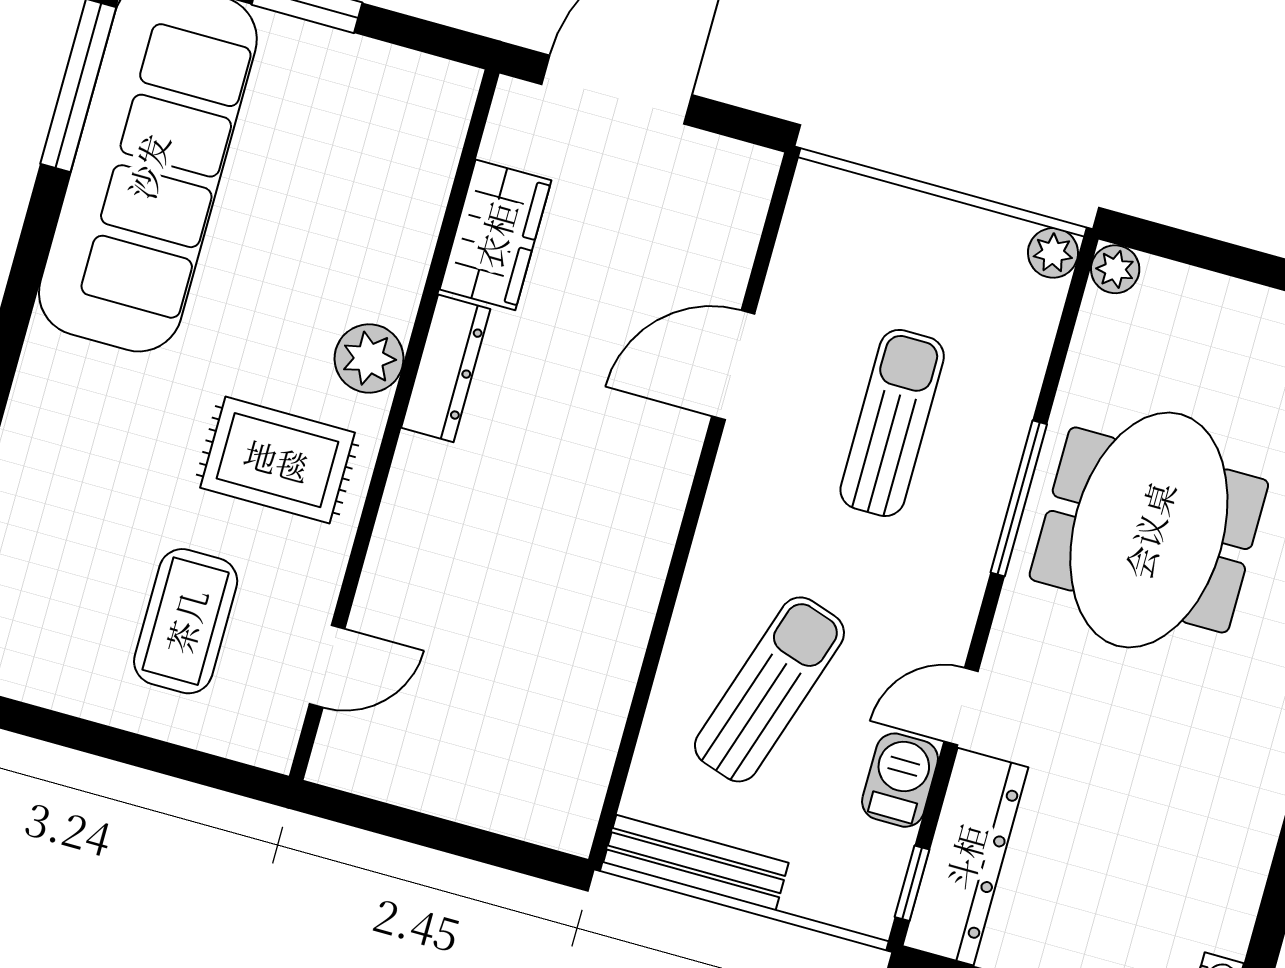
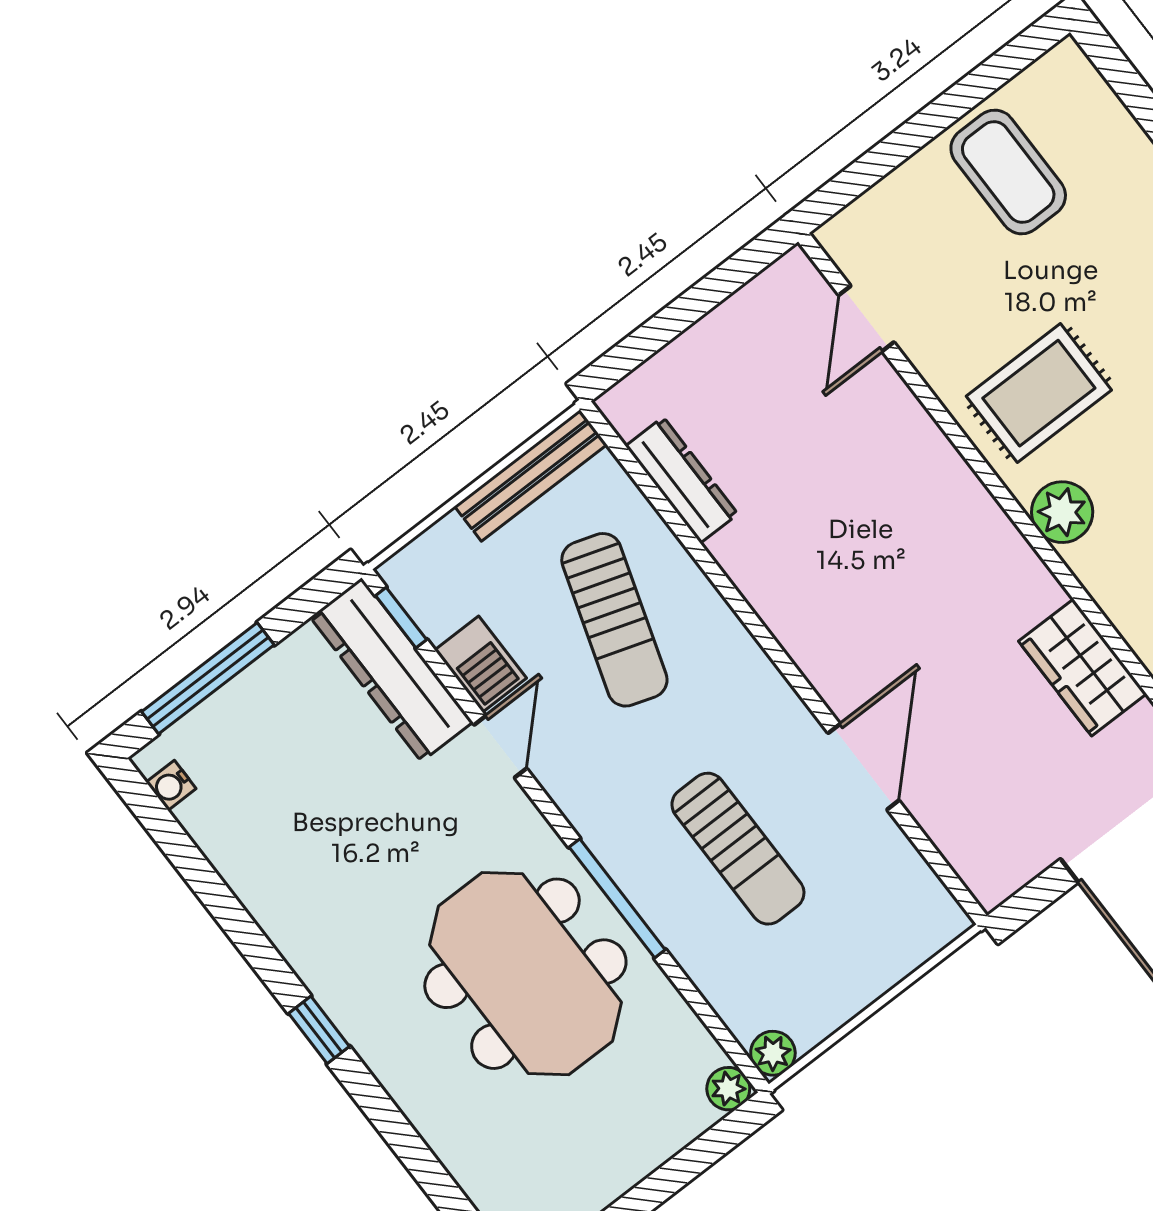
dresser: (446, 368) -> (682, 480), moved, turned 180
coffee table: (186, 621) -> (1008, 172), moved

